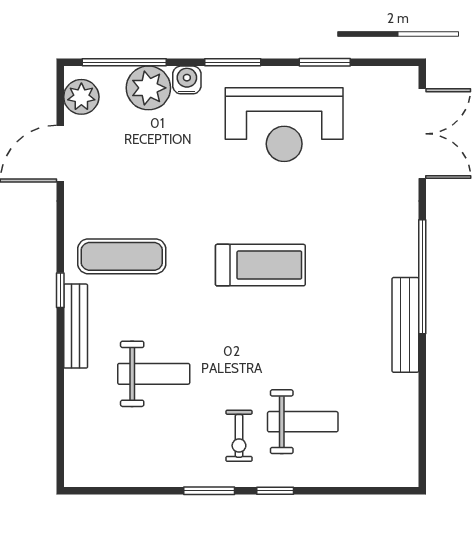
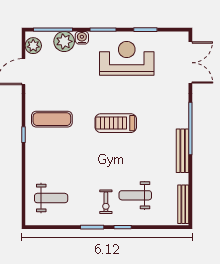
reception desk: (284, 125) -> (127, 58), turned 180
treadmill: (260, 265) -> (116, 123), turned 180
bench: (76, 326) -> (183, 204), moved
weight bench: (154, 374) -> (51, 198), moved
weight bench: (303, 422) -> (135, 195), turned 180

